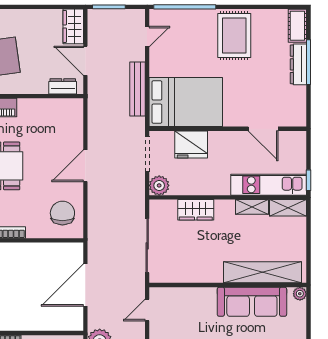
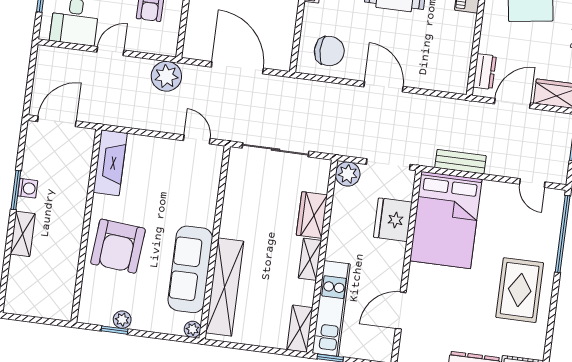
rug: (234, 35) -> (520, 290), turned 90
bench: (137, 89) -> (461, 162), width x0.73
shelving: (252, 207) -> (310, 259), moved

